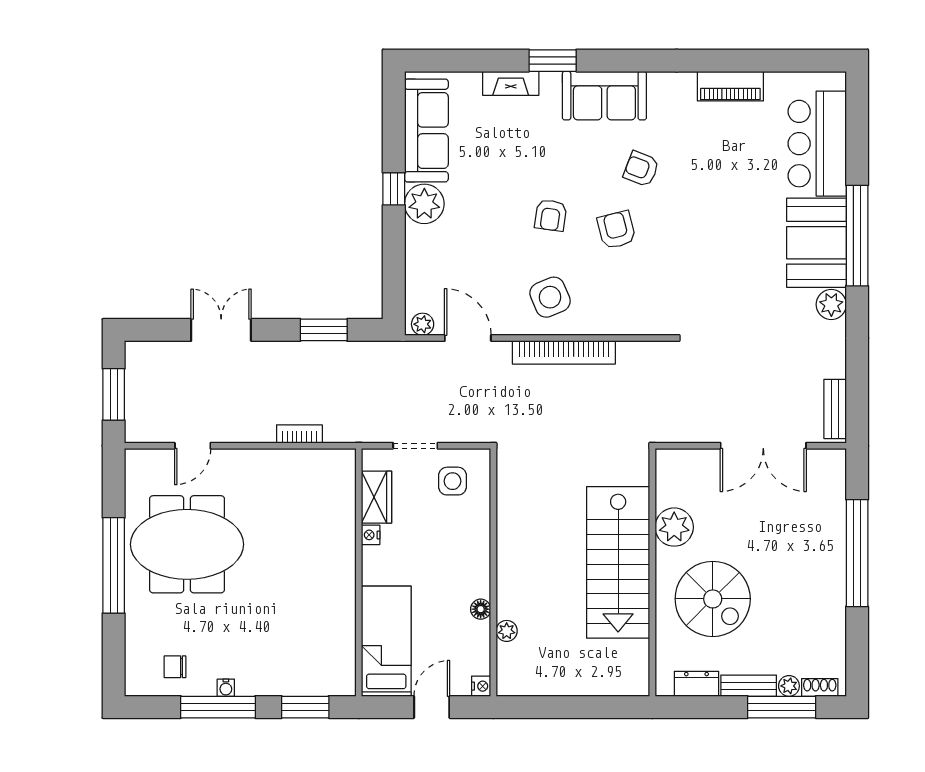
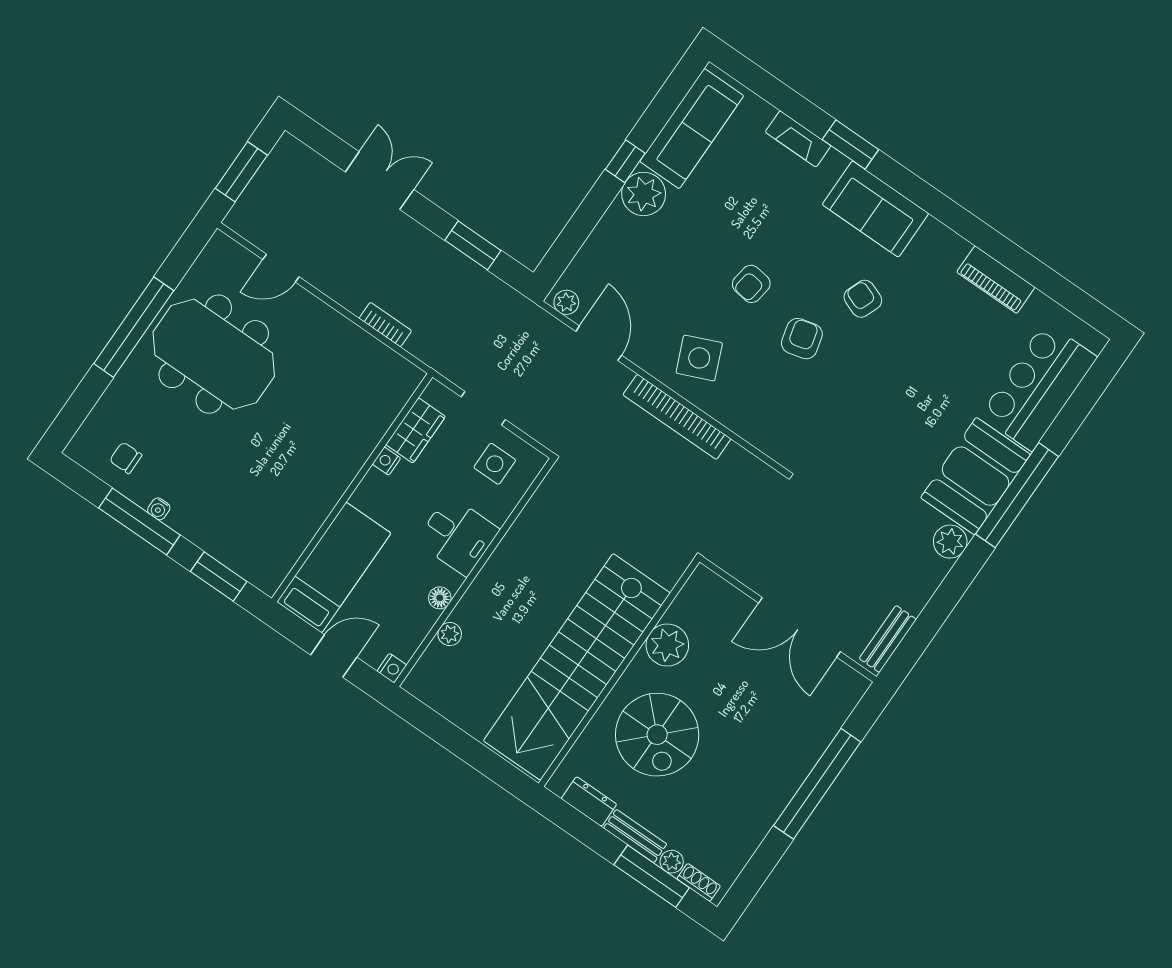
desk: (462, 554) -> (458, 536), added
stairs: (618, 562) -> (577, 667), width x1.36

